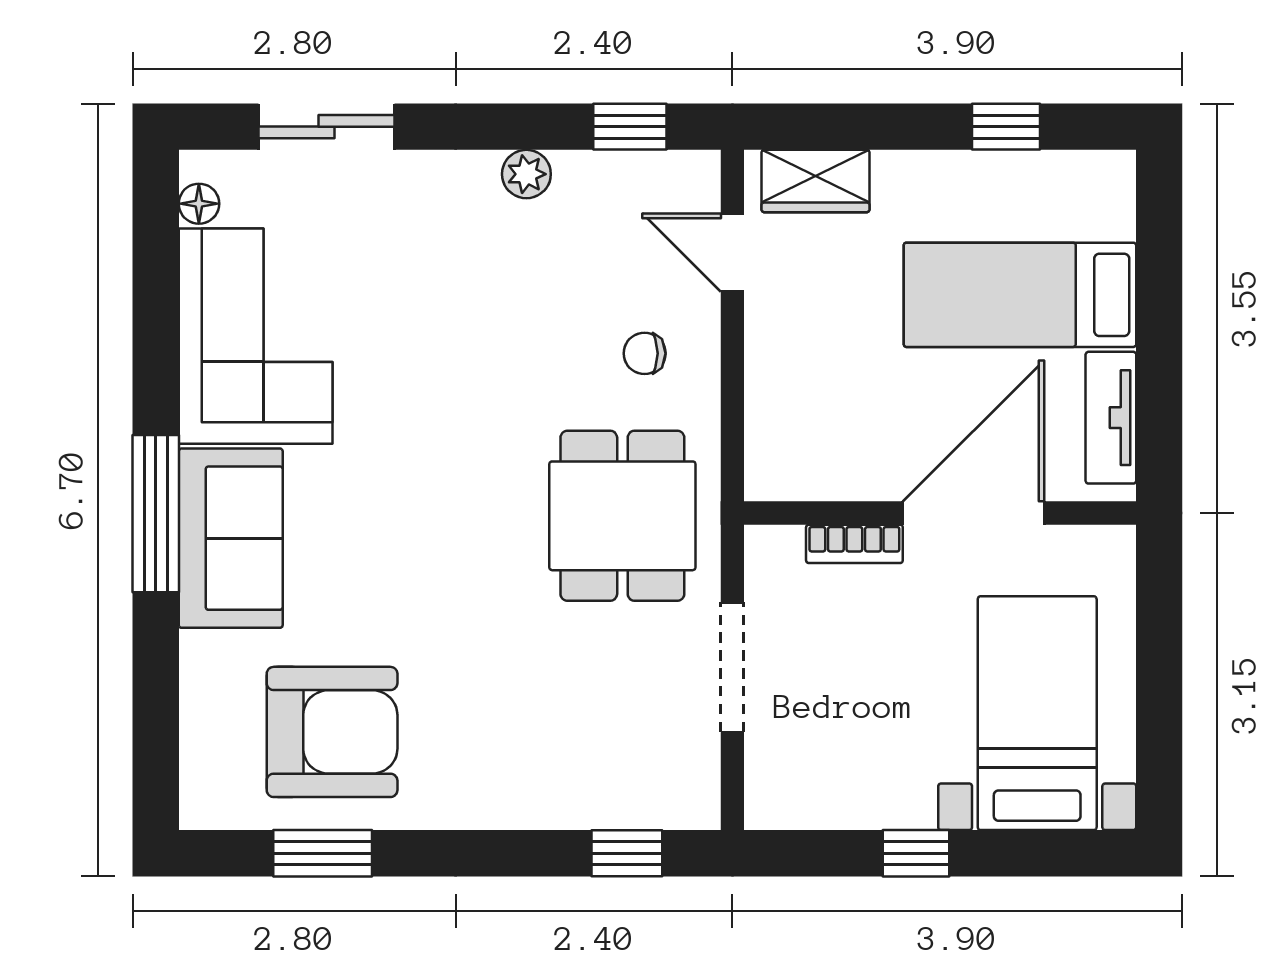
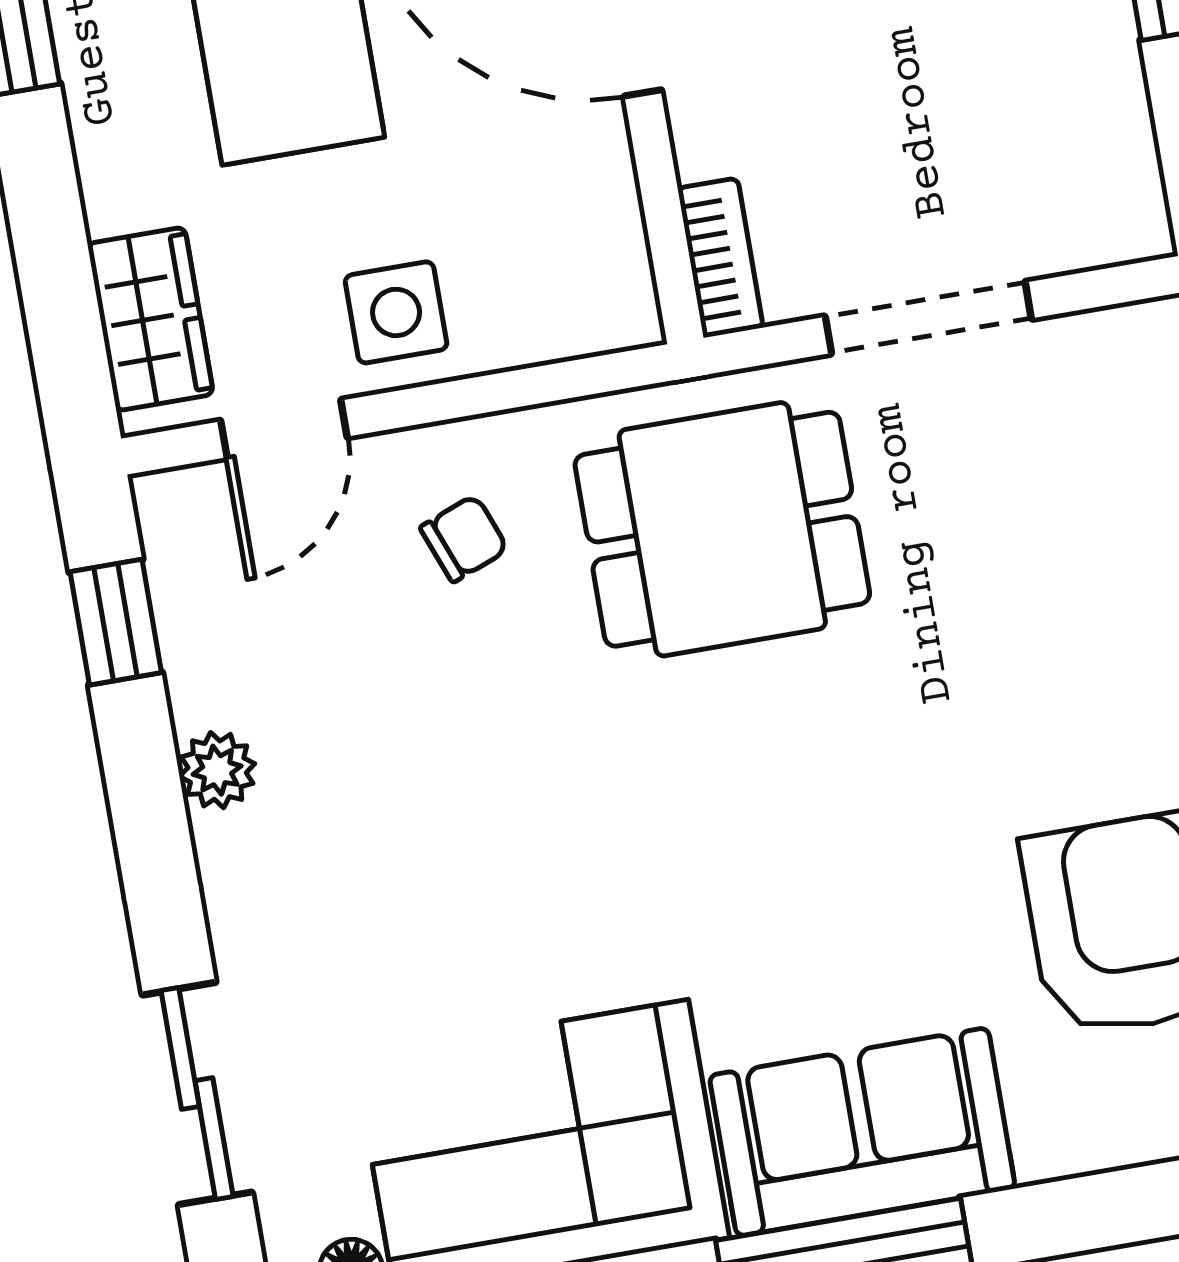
side table: (793, 335) -> (396, 312), added
chair: (645, 353) -> (464, 538), turned -111
bookcase: (854, 544) -> (720, 258), moved

